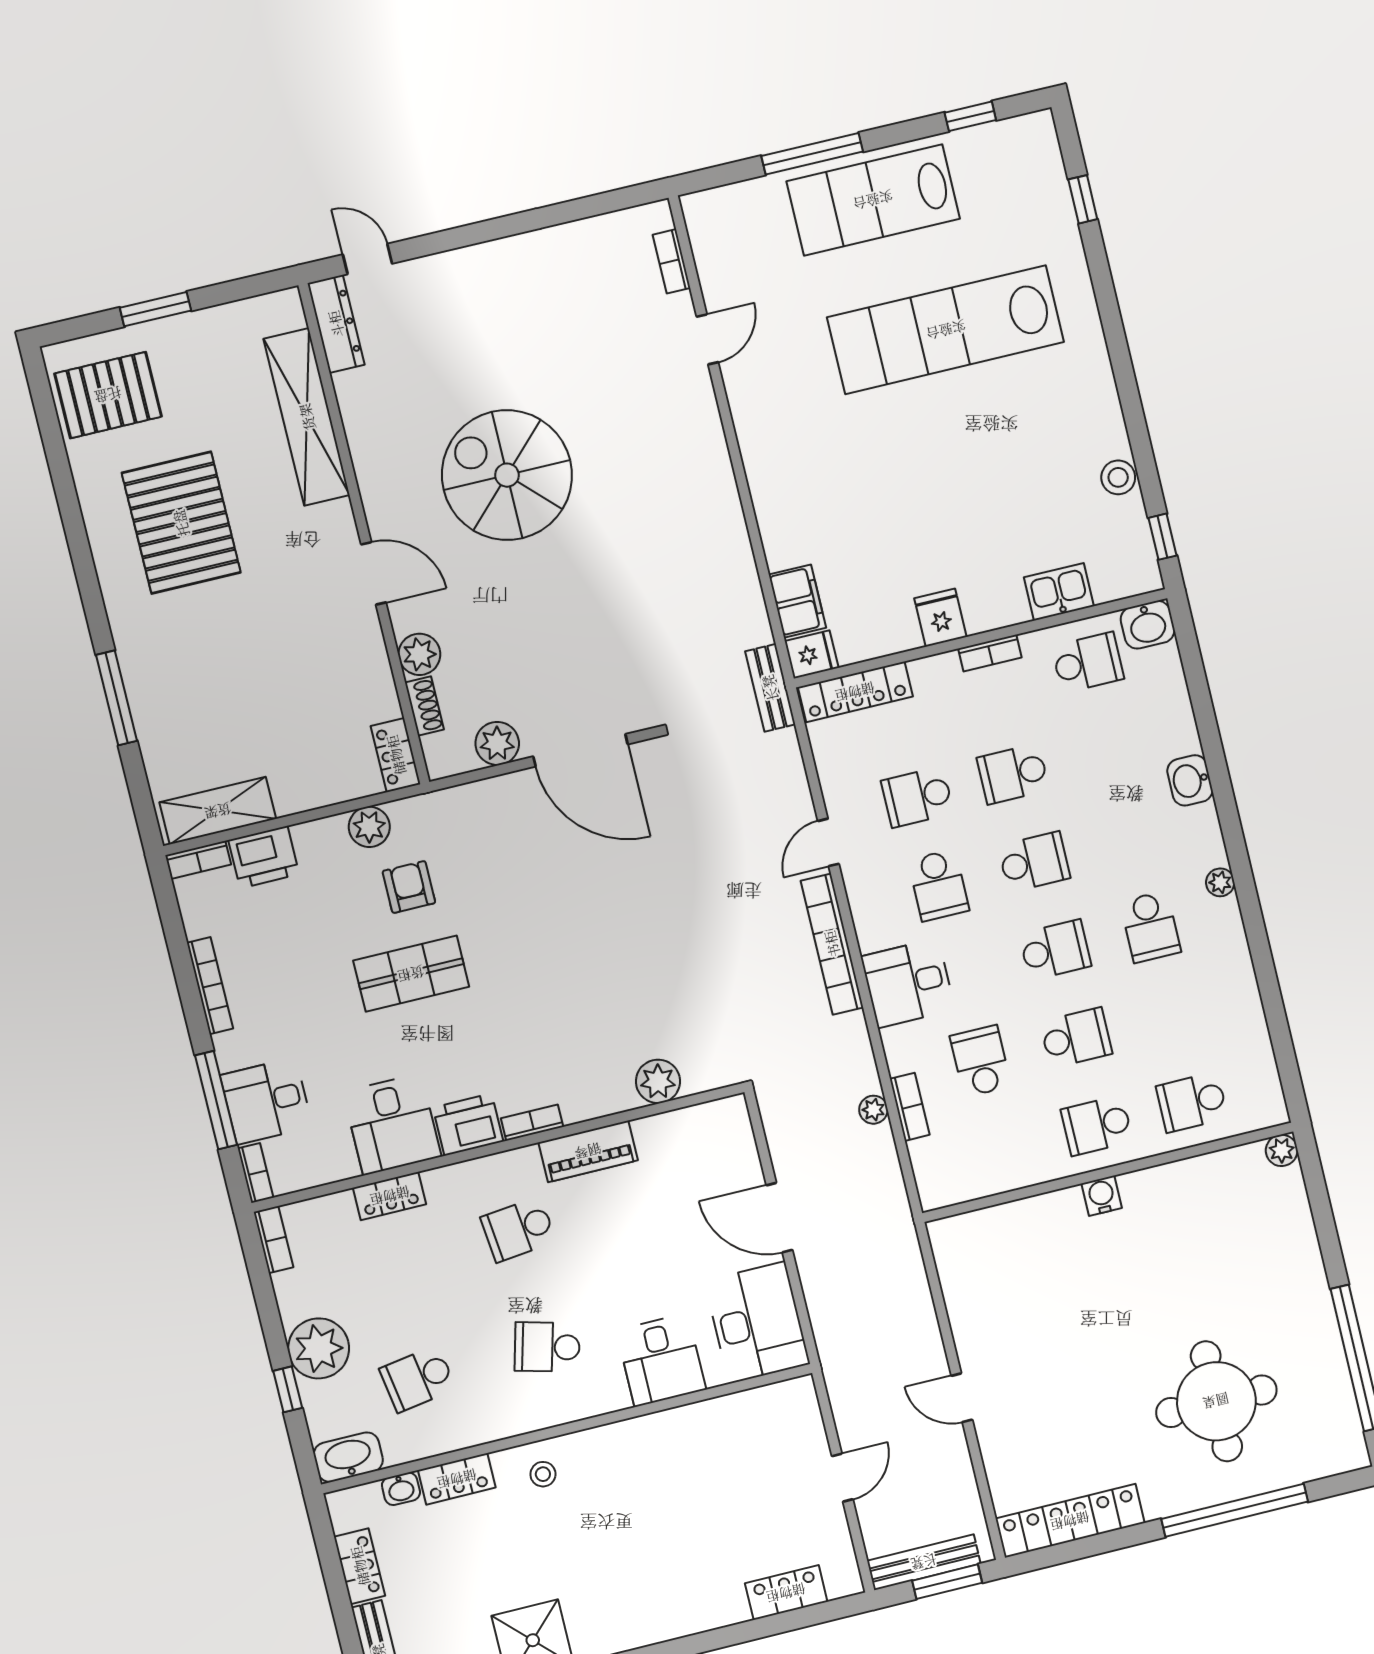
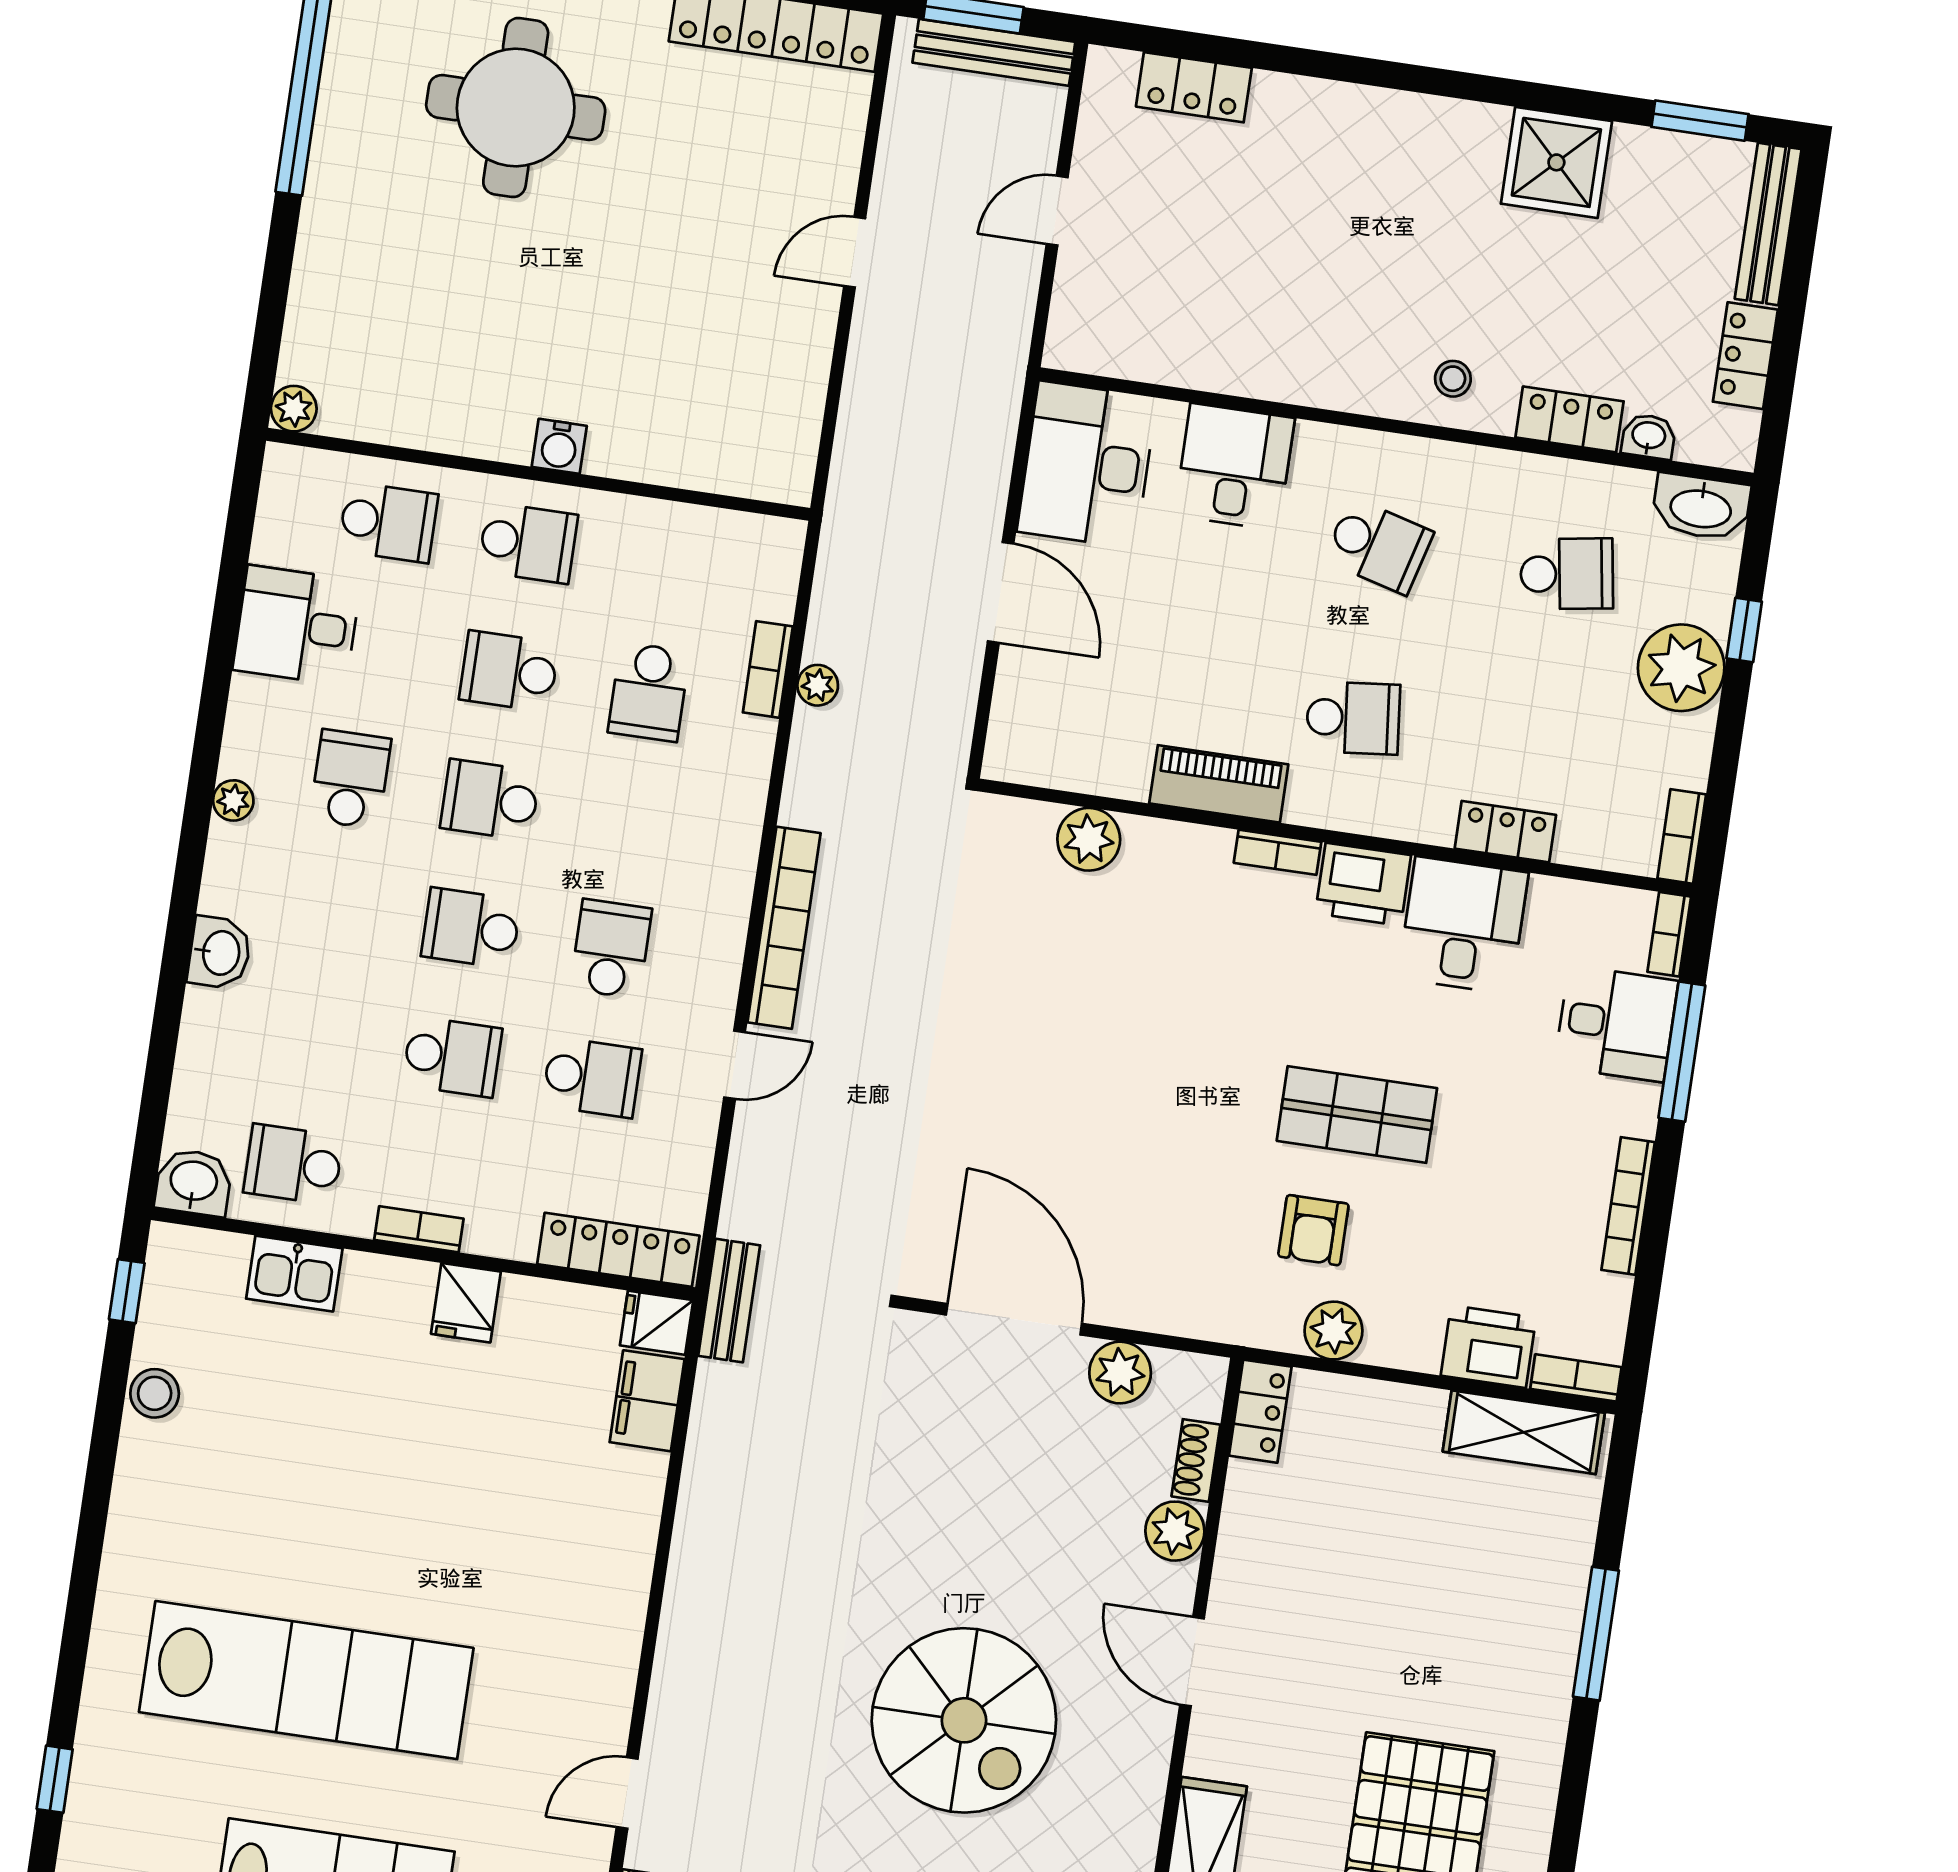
desk: (908, 983) -> (297, 625), moved, turned 180
door: (962, 1398) -> (855, 252), swing flipped

